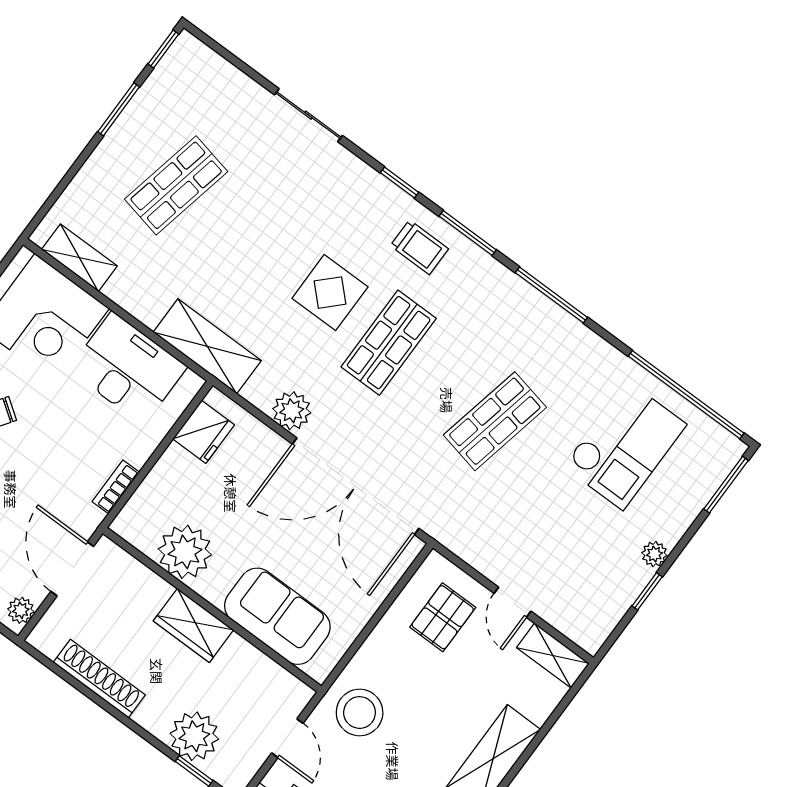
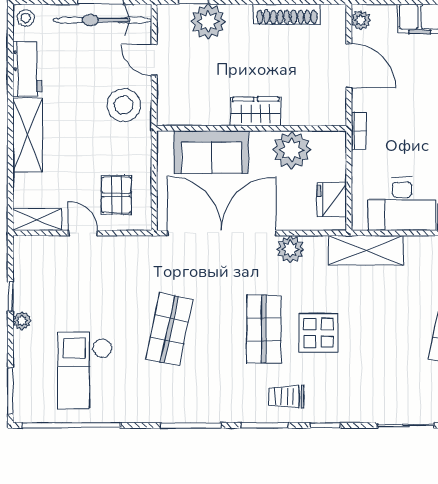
plant: (185, 552) -> (292, 150), moved
wall: (212, 610) -> (252, 128), moved
sofa: (277, 616) -> (211, 152), moved
wardrobe: (193, 625) -> (256, 111), moved

